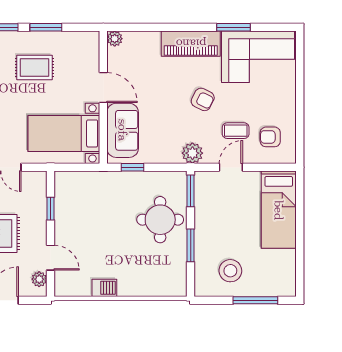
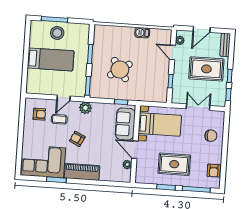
plant: (115, 39) -> (127, 165), moved
rug: (35, 67) -> (174, 164), width x1.36, depth x1.43
bed: (279, 210) -> (51, 59), moved, turned 90
round table: (160, 220) -> (120, 70), moved, turned -34
stool: (230, 271) -> (57, 33), moved

